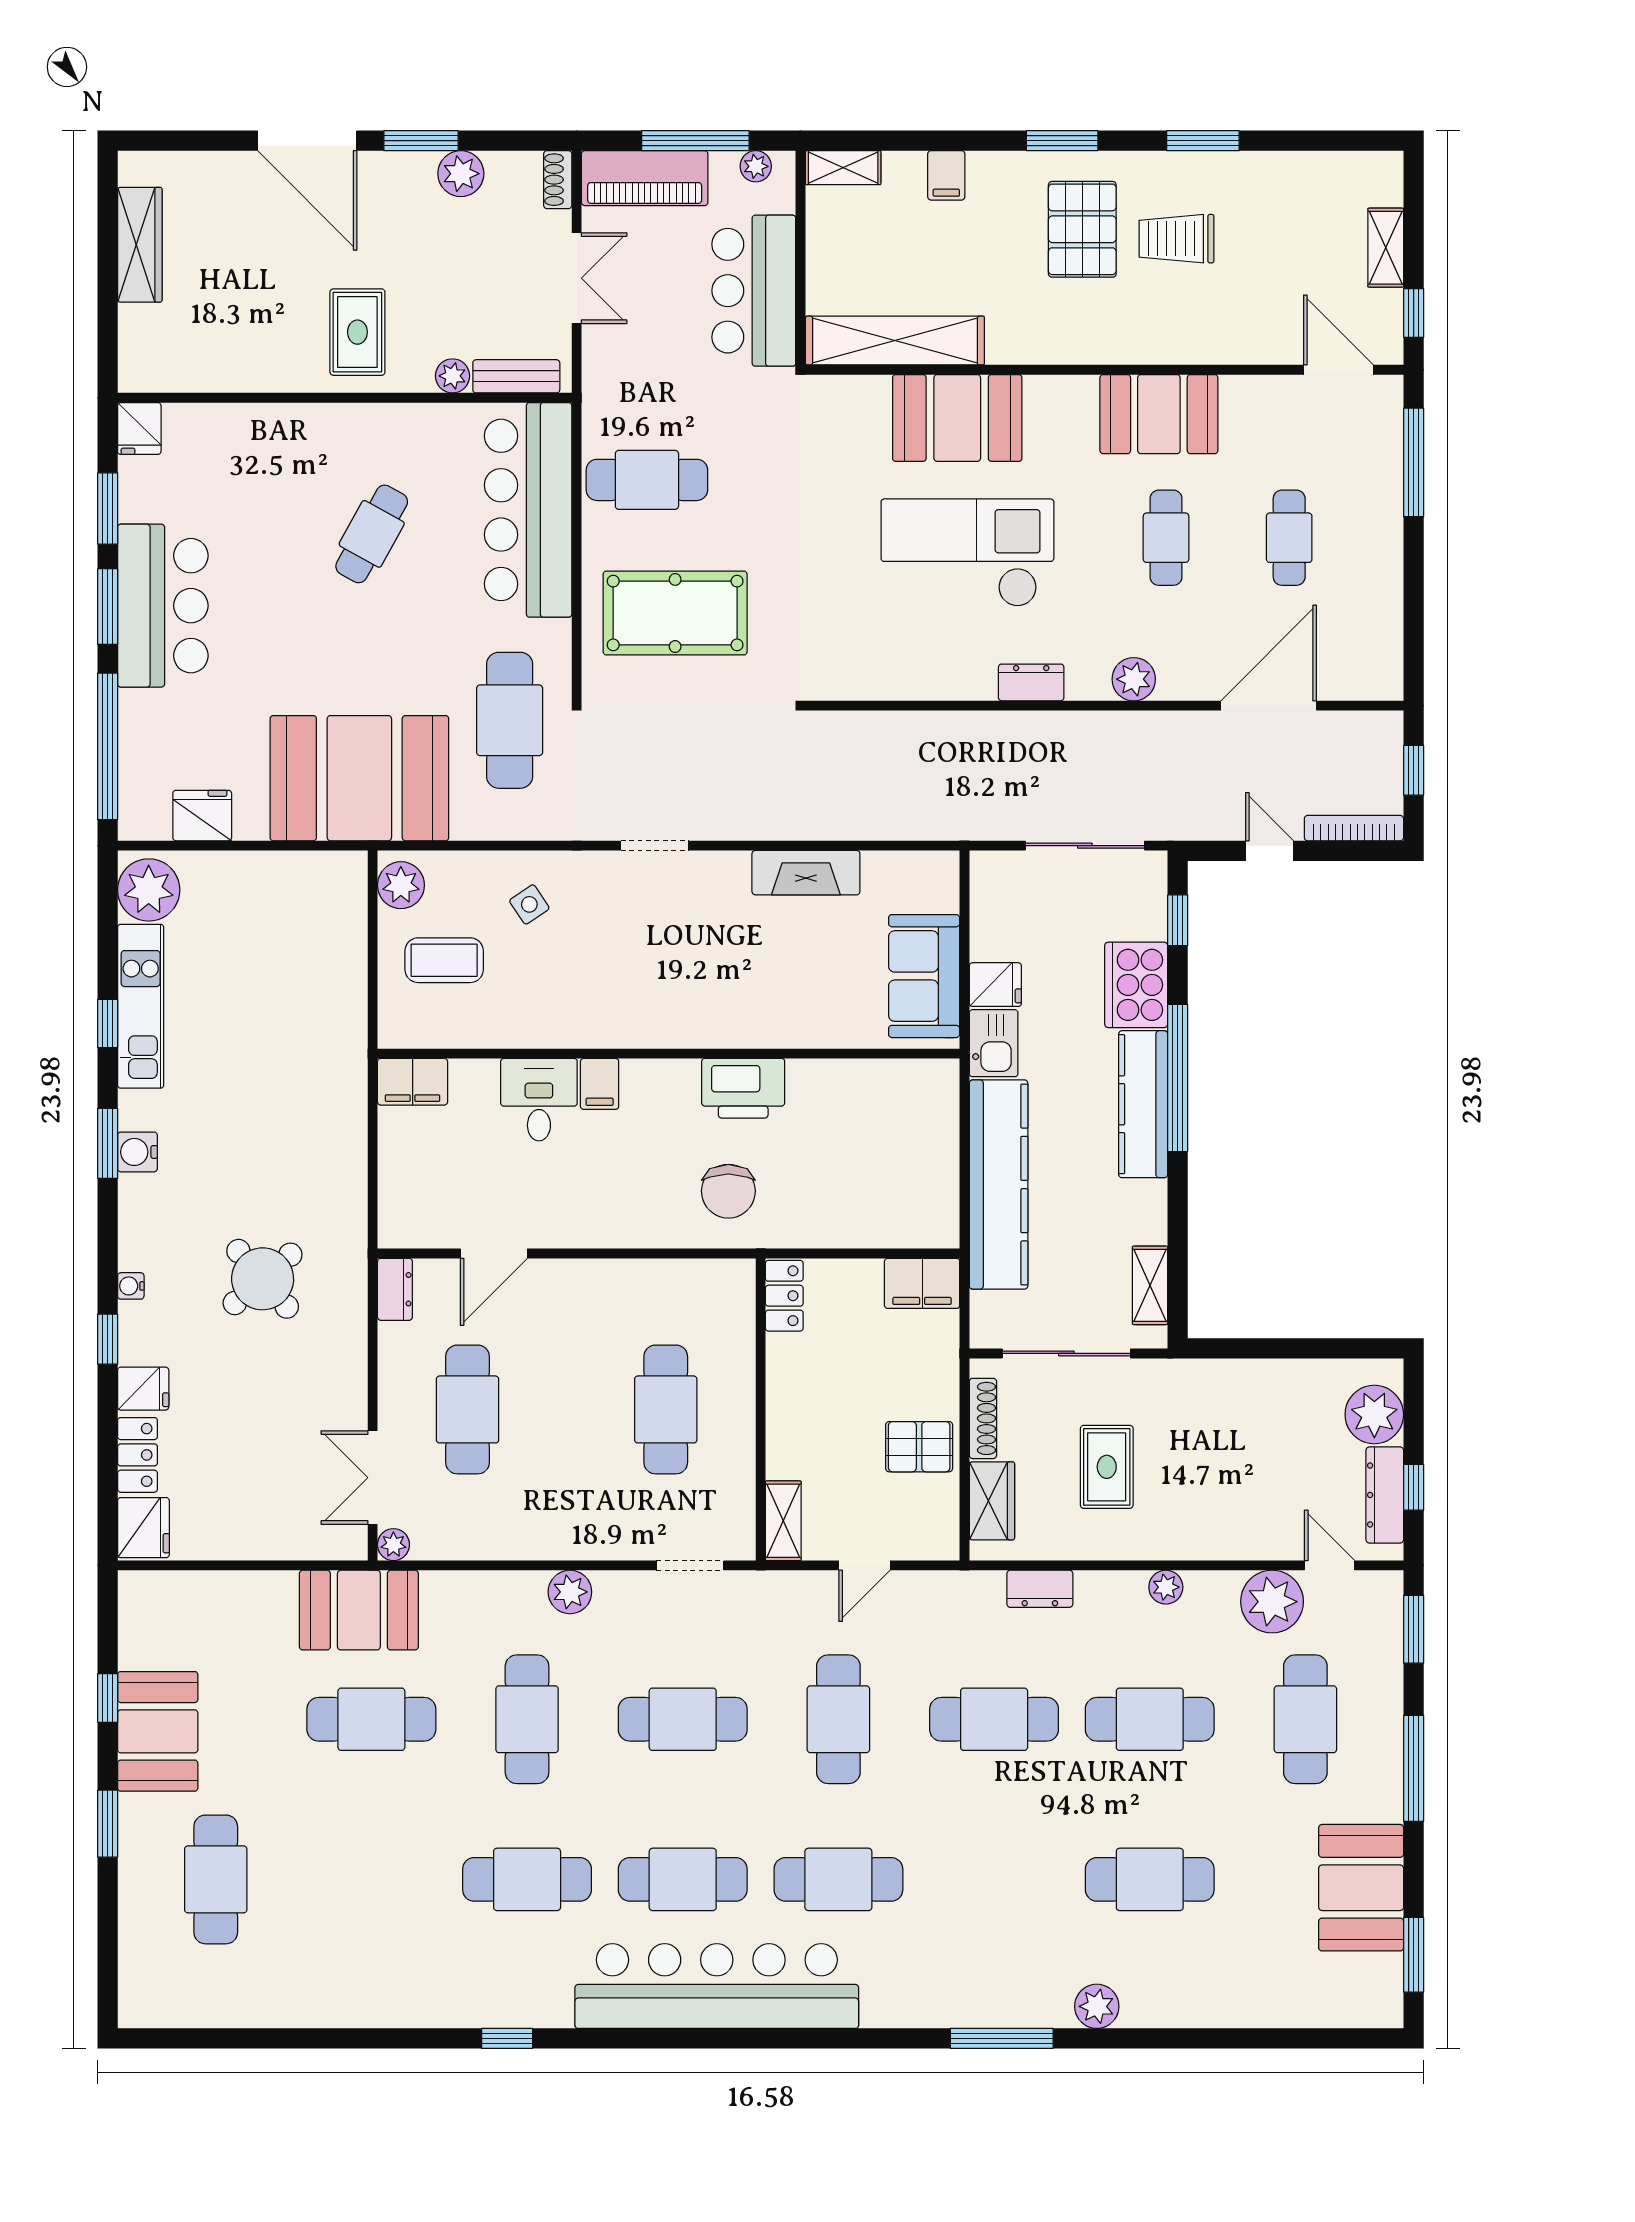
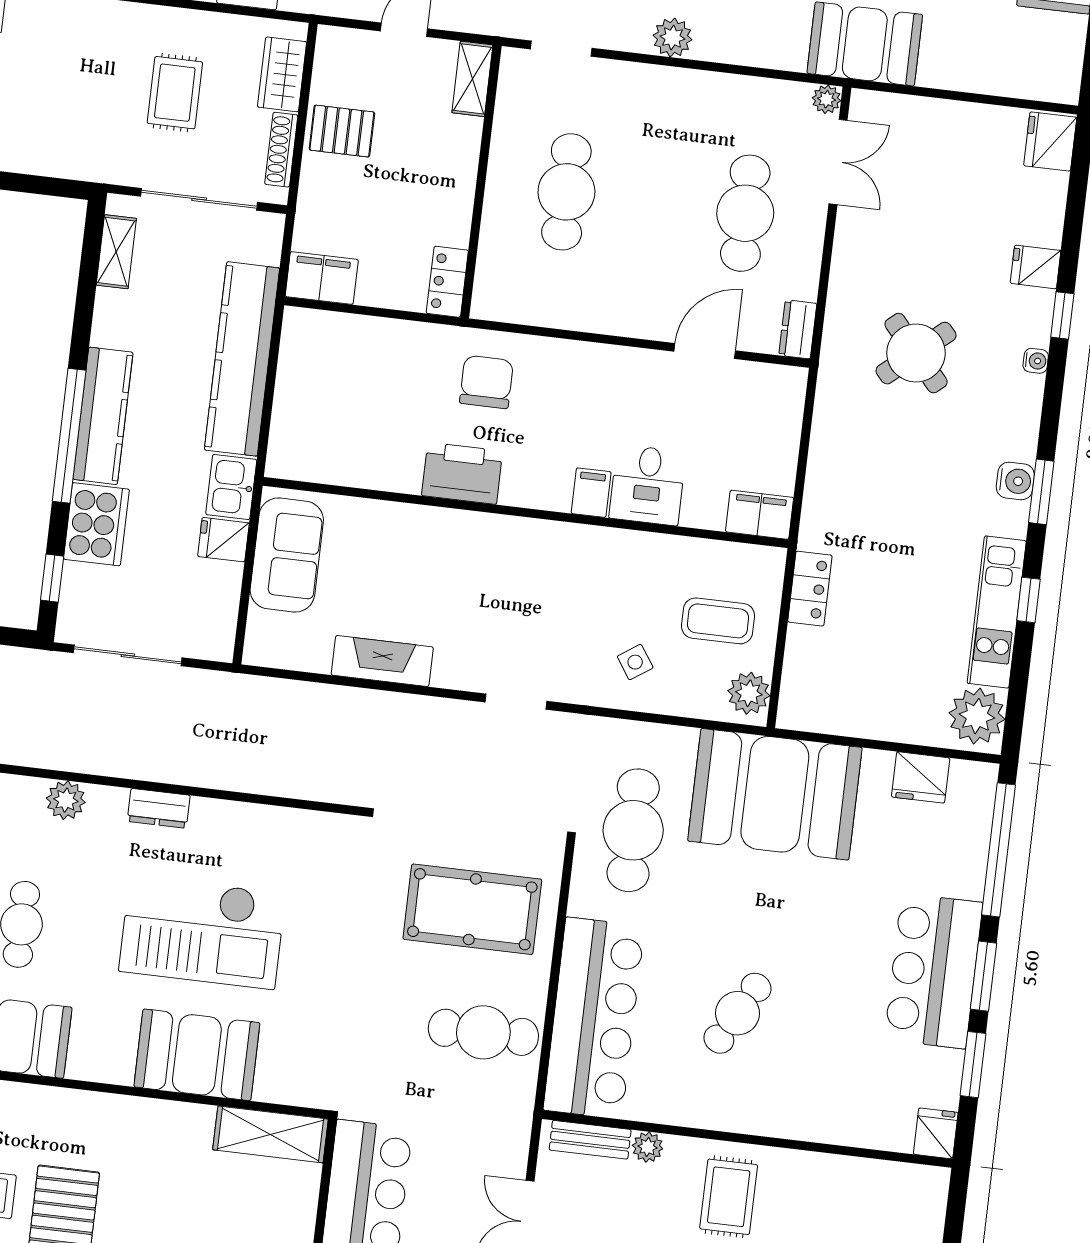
shelving: (895, 341) -> (270, 1134), width x0.68
locker: (137, 1455) -> (810, 589), moved, turned 180

